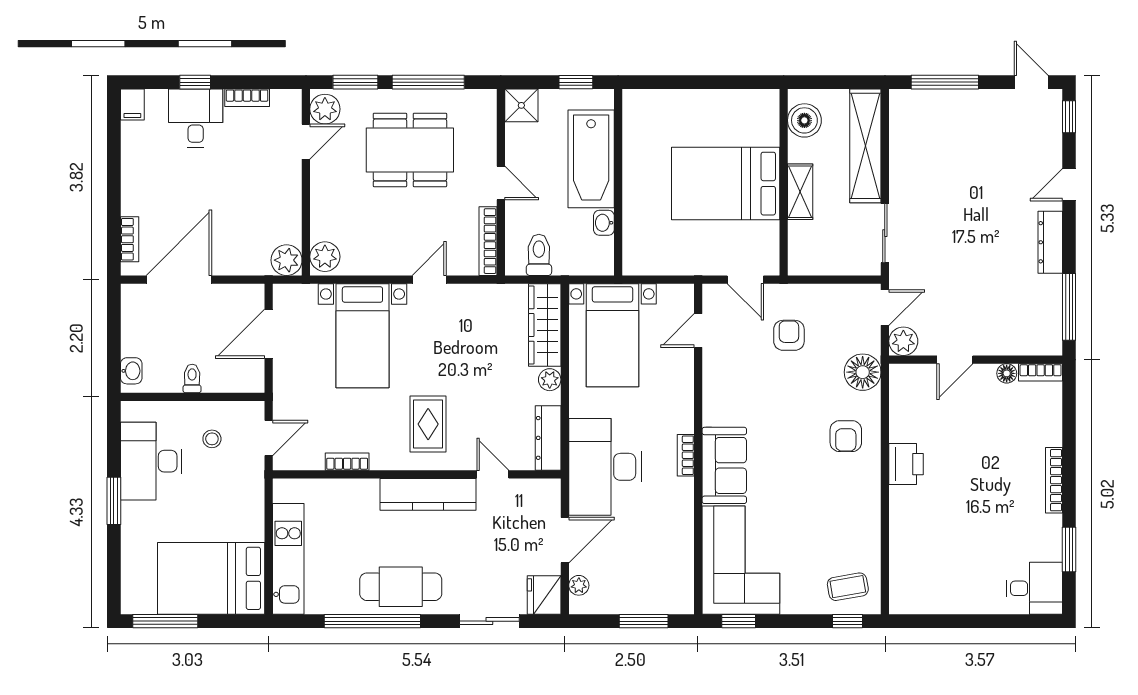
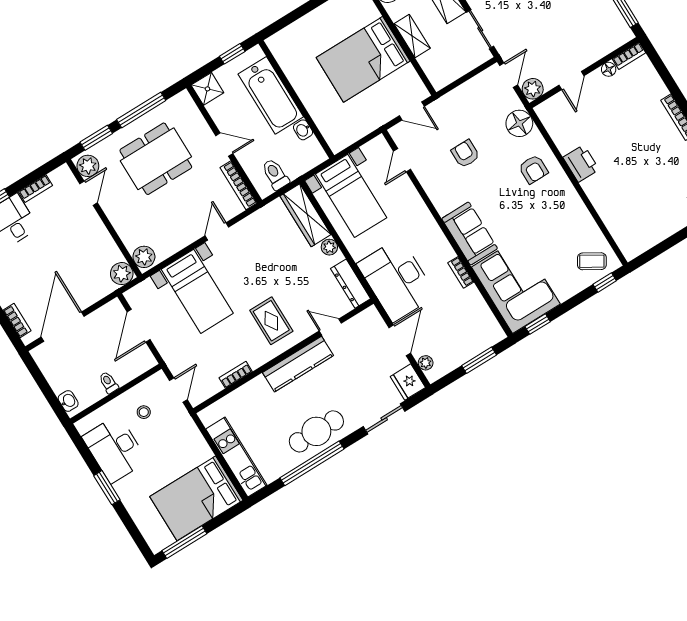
armchair: (789, 335) -> (465, 154), moved
bookcase: (686, 455) -> (461, 272), moved
coffee table: (848, 587) -> (592, 261), turned 41

